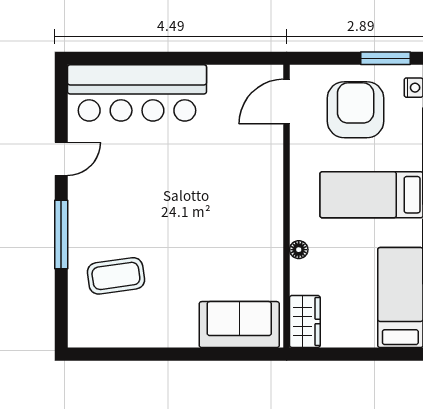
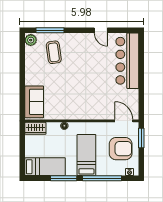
window: (386, 58) -> (141, 138), moved
window: (61, 235) -> (50, 30), moved
plant: (86, 333) -> (31, 40), added

